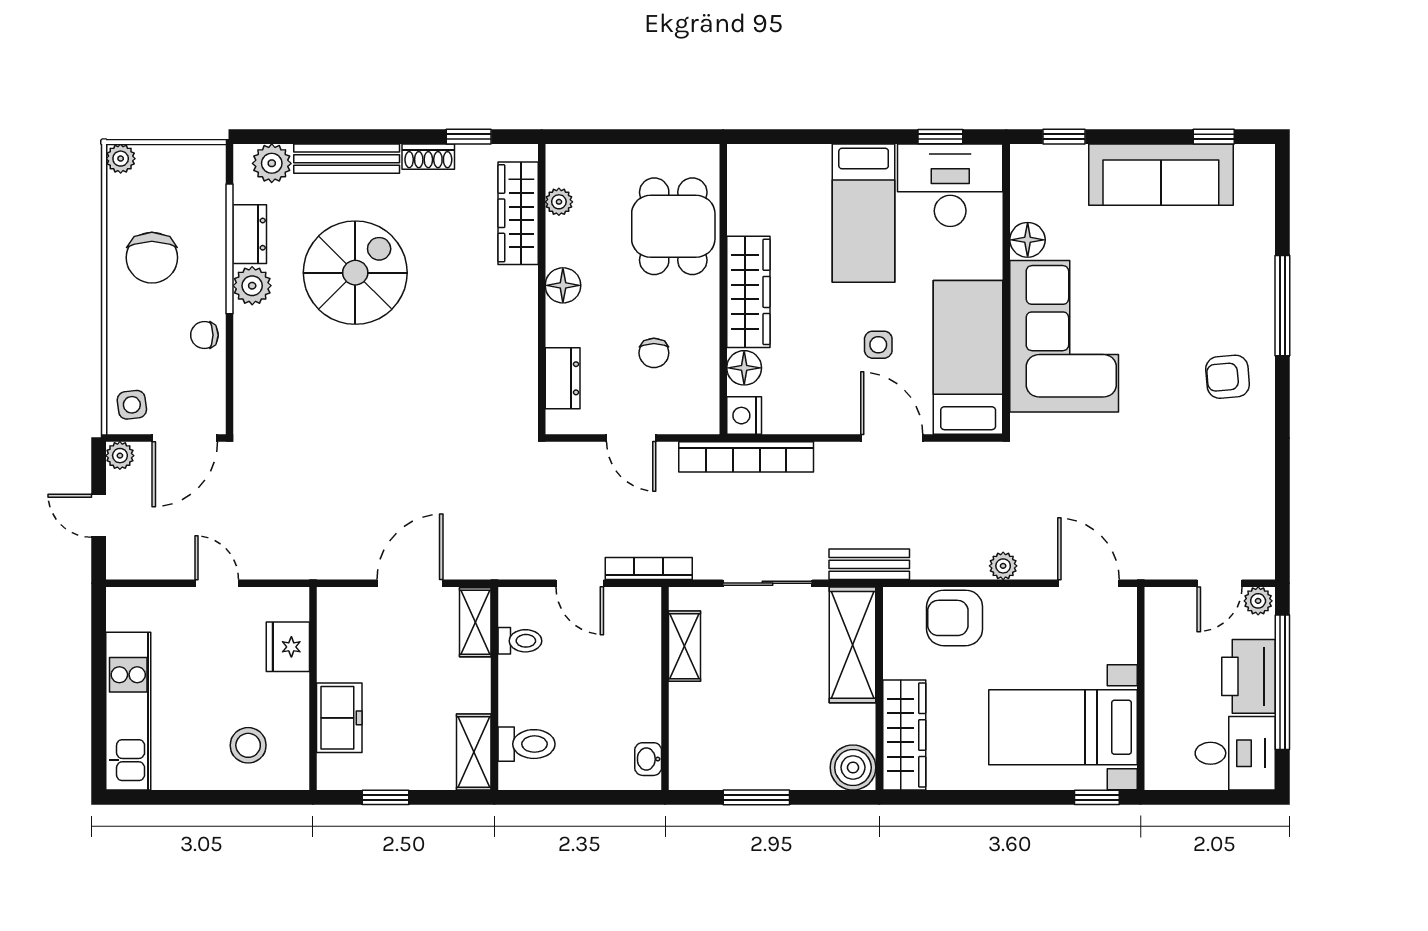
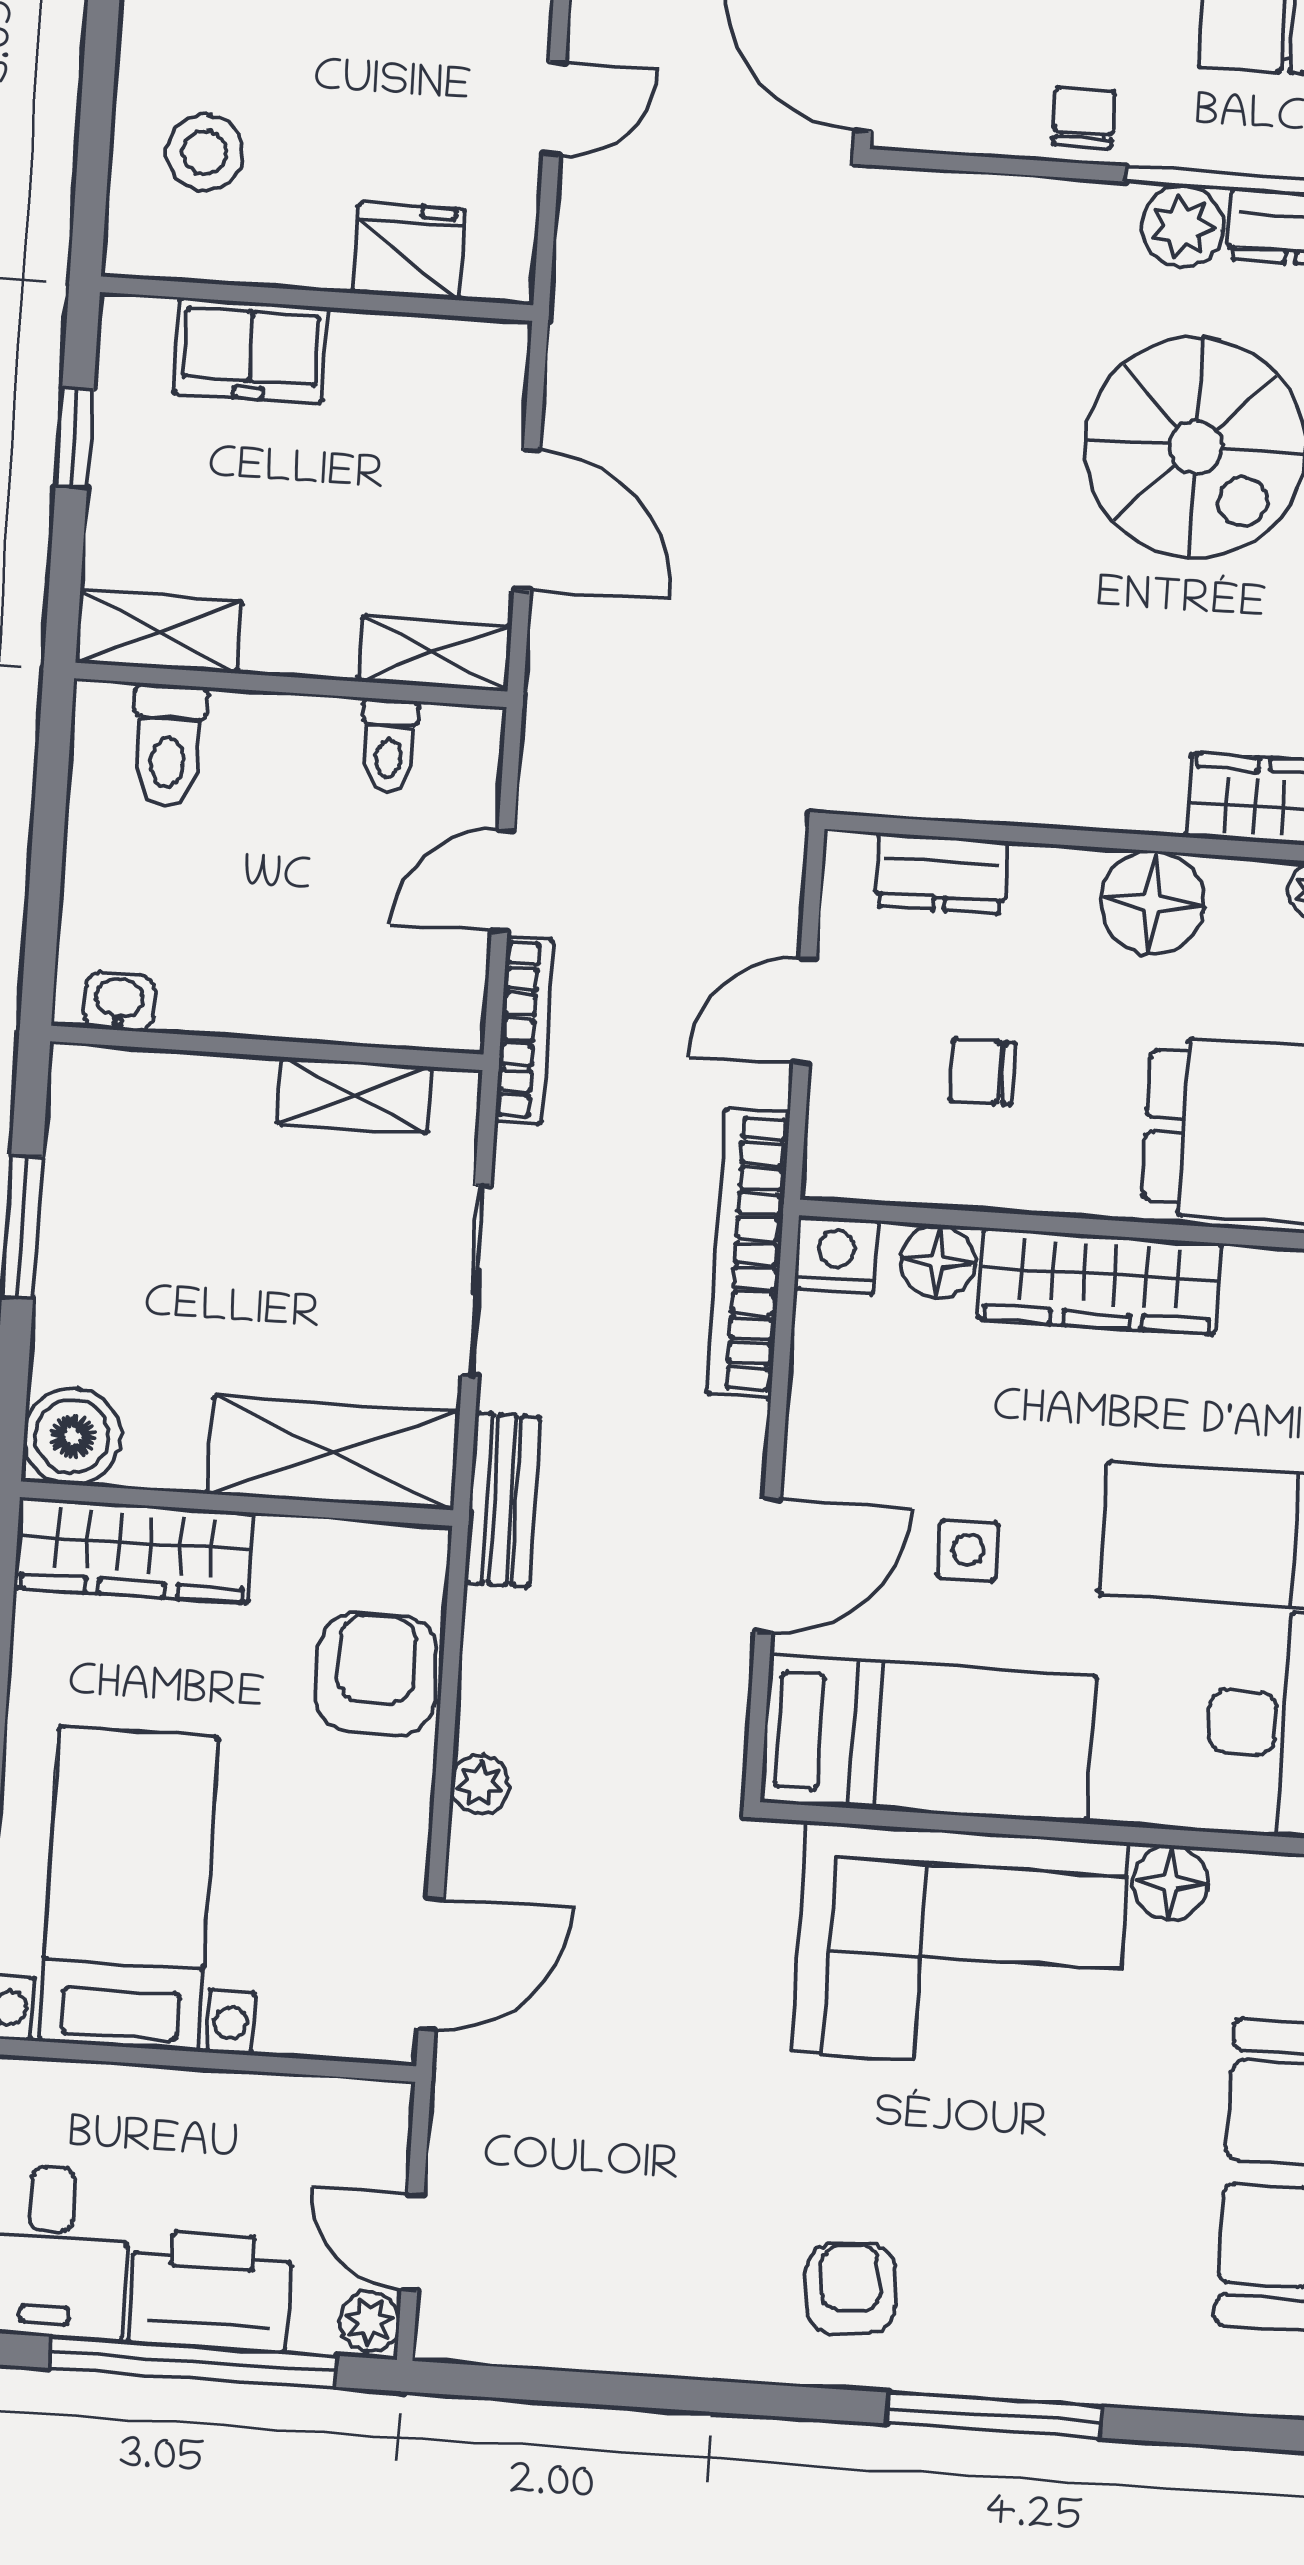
floor lamp: (563, 285) -> (1152, 903), width x1.38, depth x1.38

